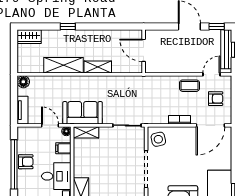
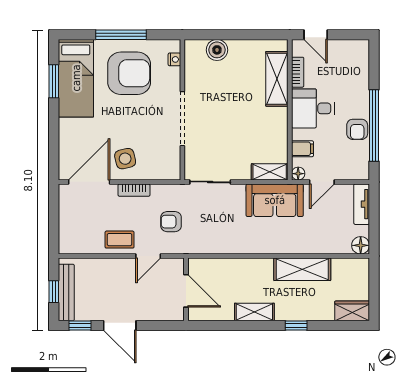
shelving: (98, 67) -> (254, 312), moved
door: (212, 74) -> (148, 256), moved
armchair: (216, 99) -> (171, 222), moved
door: (50, 125) -> (322, 182), hinge flipped
side table: (158, 139) -> (125, 159), moved
armchair: (26, 162) -> (357, 129), turned -90

